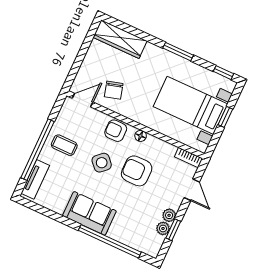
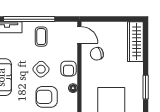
armchair: (116, 131) -> (68, 69), turned 180
armchair: (137, 171) -> (47, 97), turned -90

